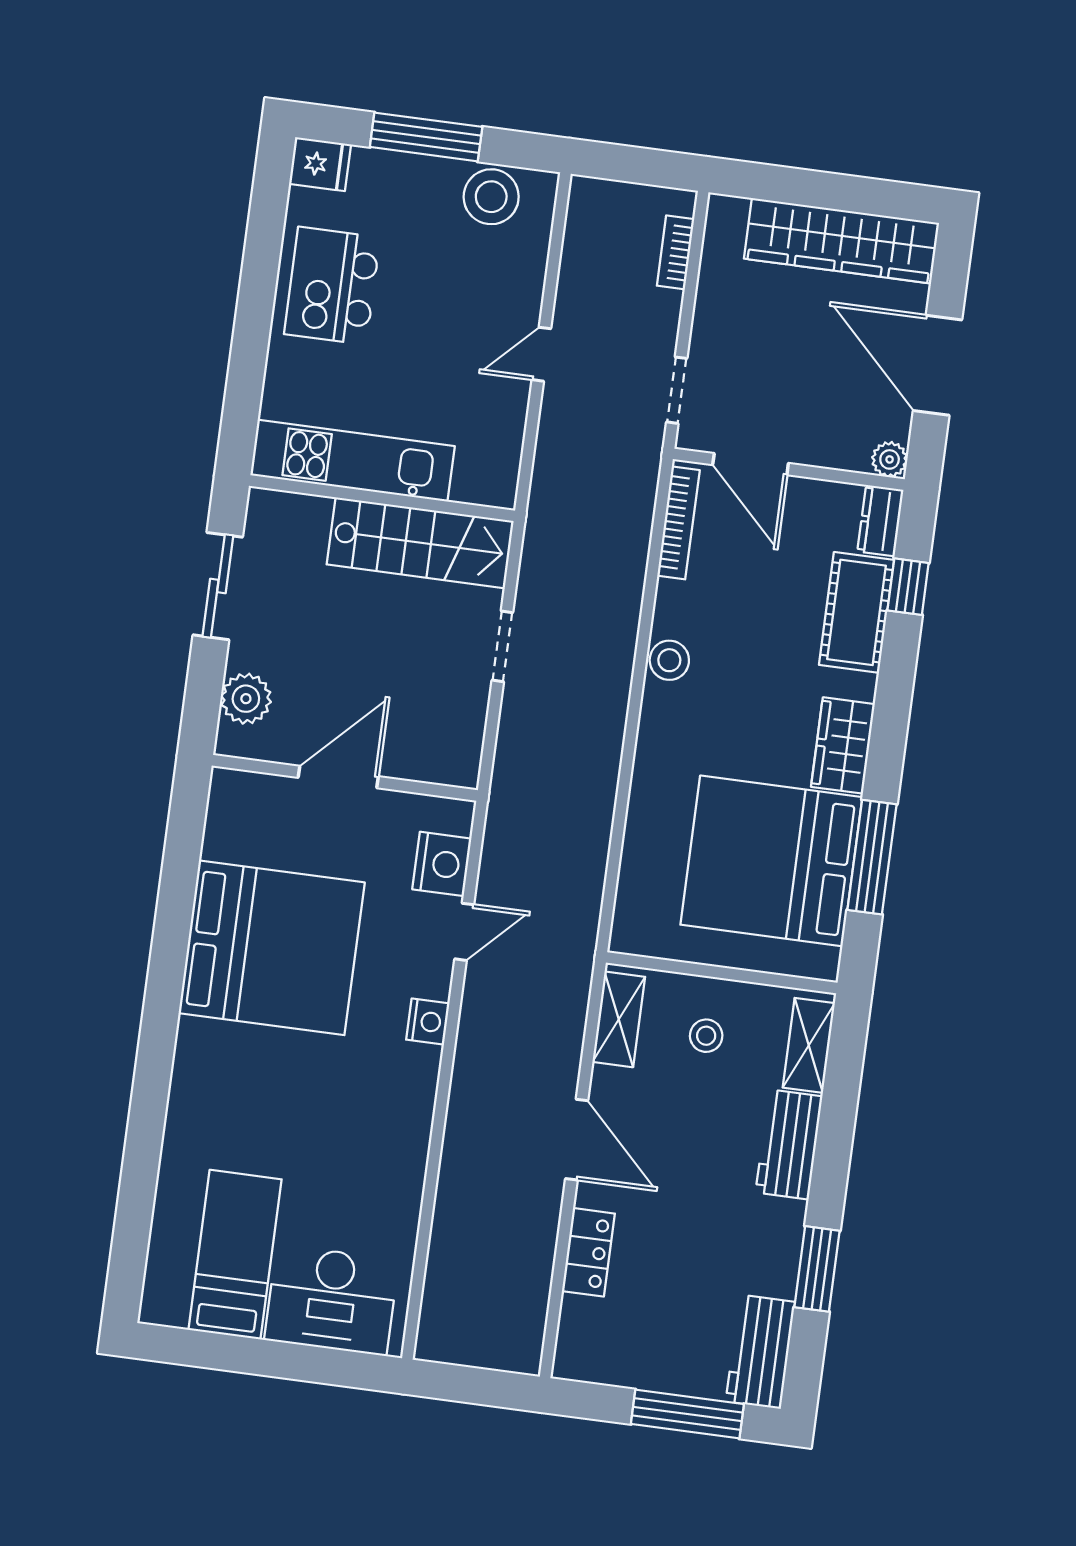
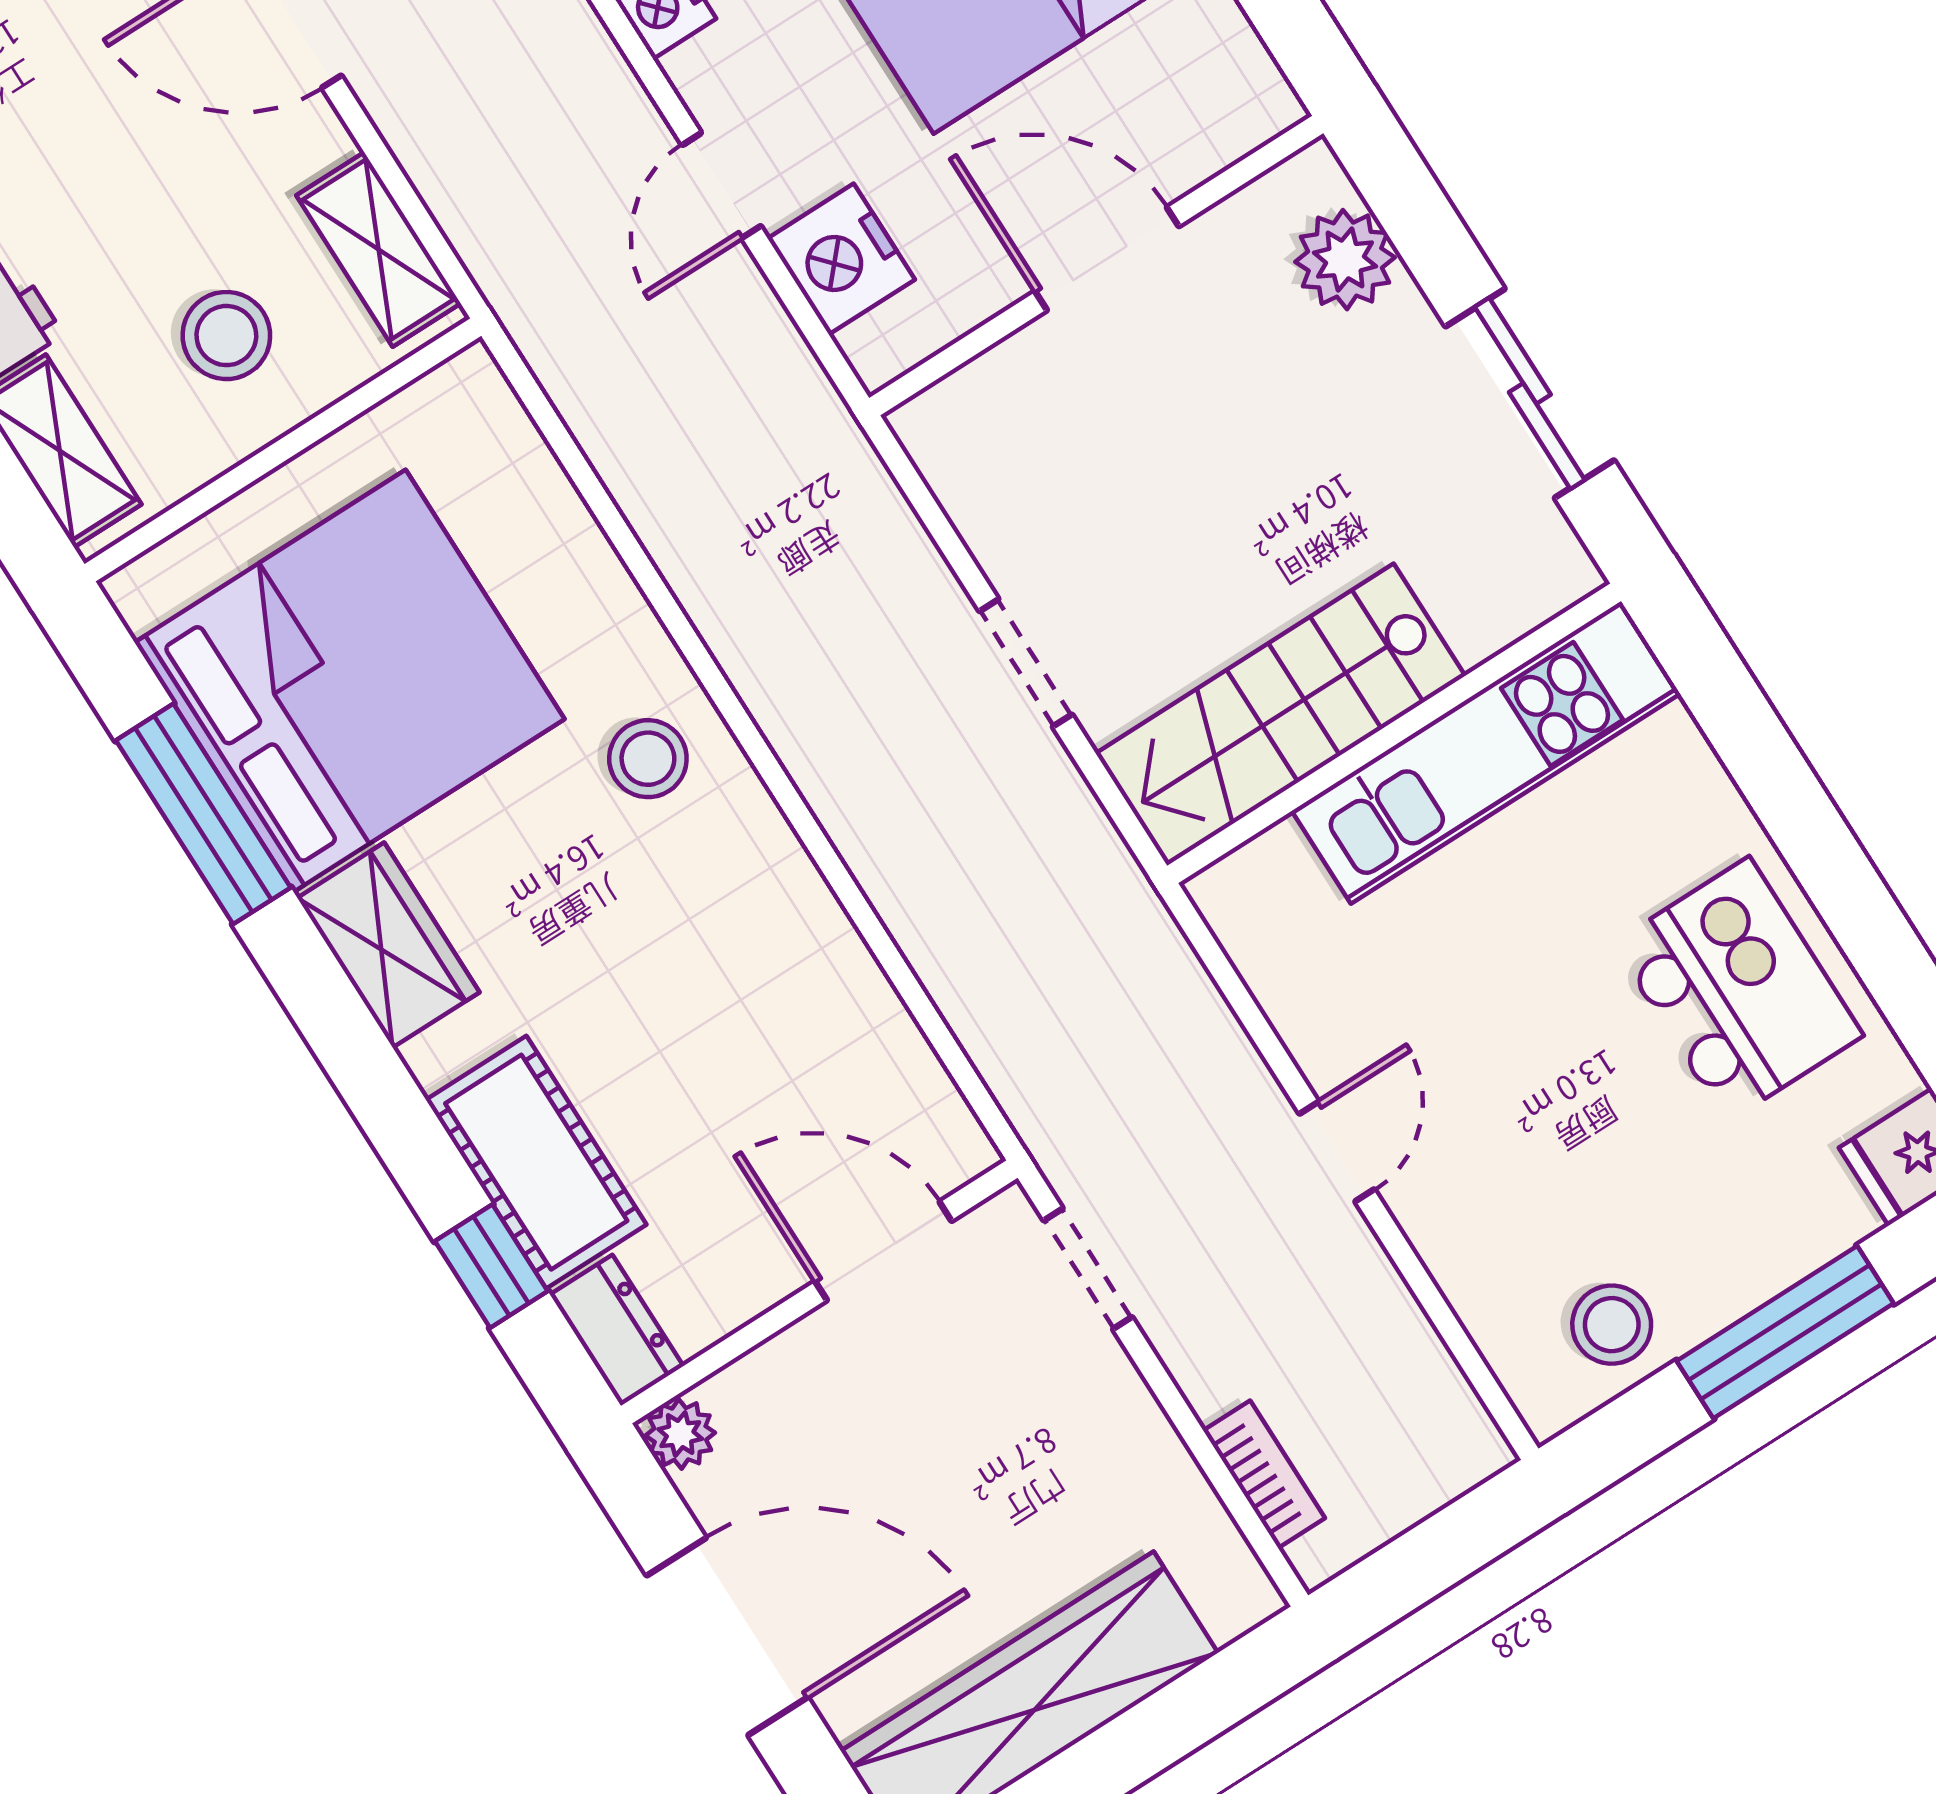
stool: (491, 197) -> (1612, 1325), width x0.73, depth x0.73
bookcase: (679, 523) -> (917, 1072), removed
stool: (669, 660) -> (648, 759), moved
door: (338, 777) -> (1107, 259), swing flipped
stool: (706, 1036) -> (226, 336), width x1.37, depth x1.37

